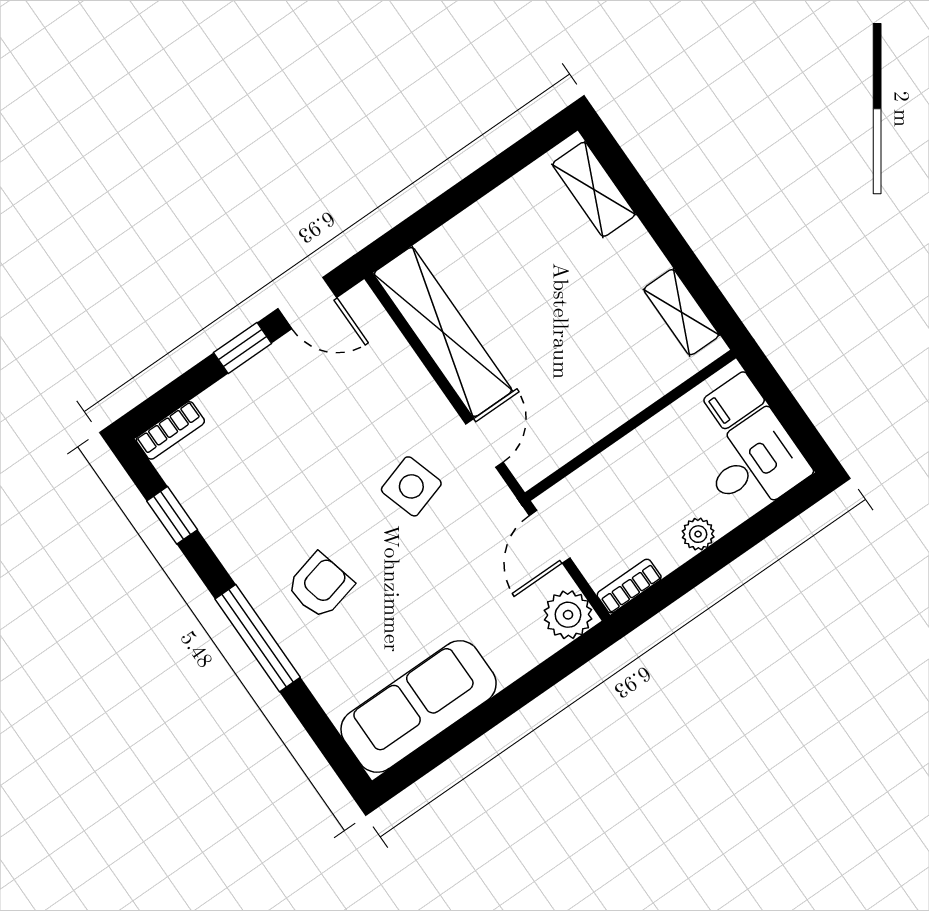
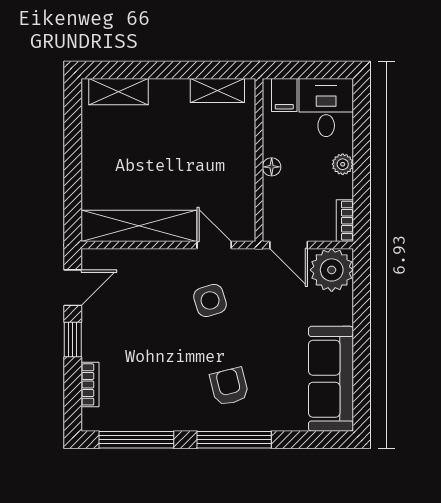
bookcase: (170, 430) -> (90, 384), moved
floor lamp: (633, 447) -> (272, 167), added
window: (172, 515) -> (136, 440), width x2.17
plant: (568, 615) -> (332, 270), width x1.36, depth x1.36

